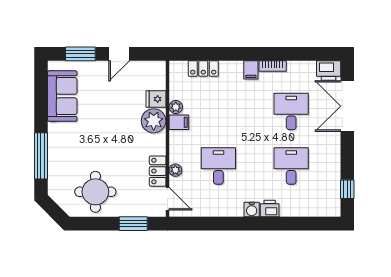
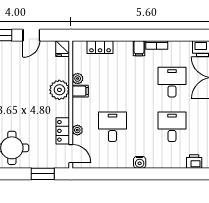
fridge: (156, 99) -> (63, 49), moved, turned -90
printer: (270, 209) -> (194, 162), moved

